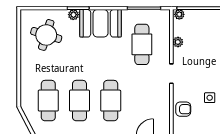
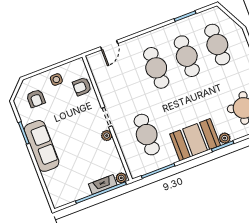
fireplace: (198, 15) -> (103, 185), added
plant: (178, 42) -> (107, 136), moved
side table: (210, 98) -> (56, 80), moved

